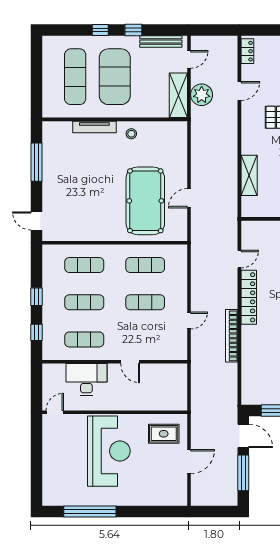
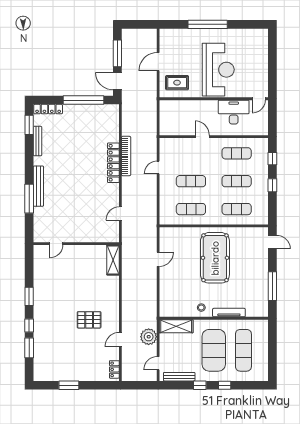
shelving: (178, 95) -> (176, 326), moved, turned 90
shelving: (249, 175) -> (113, 260), moved
pool table: (145, 201) -> (215, 258), moved
locker: (249, 297) -> (113, 163), moved
desk: (86, 379) -> (234, 112), moved, turned 180
reception desk: (109, 451) -> (218, 70), turned 180
window: (90, 511) -> (208, 24), moved

